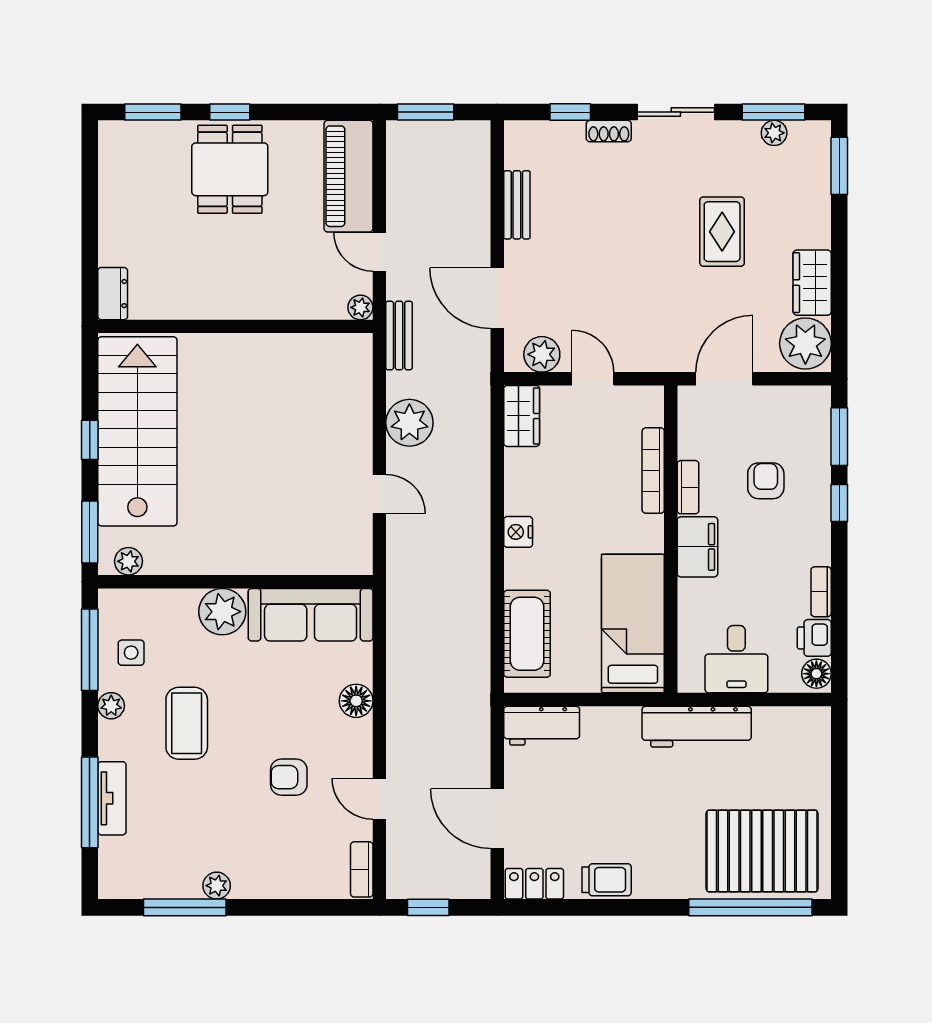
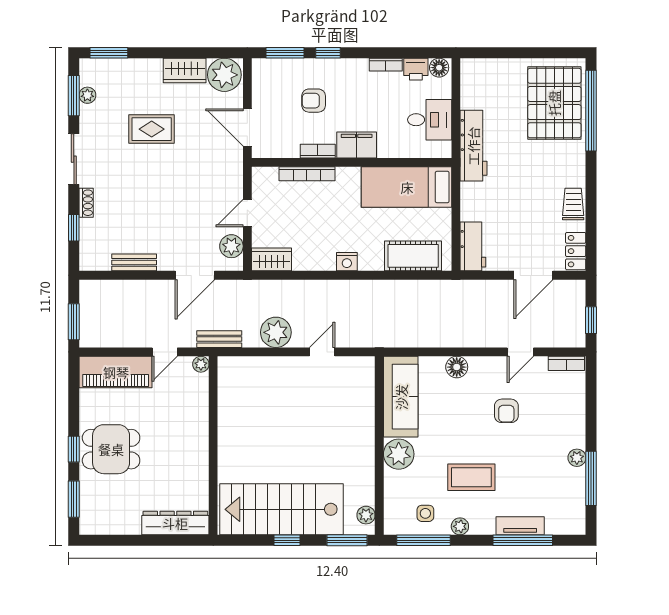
dresser: (113, 294) -> (175, 523), width x1.96, depth x1.24

